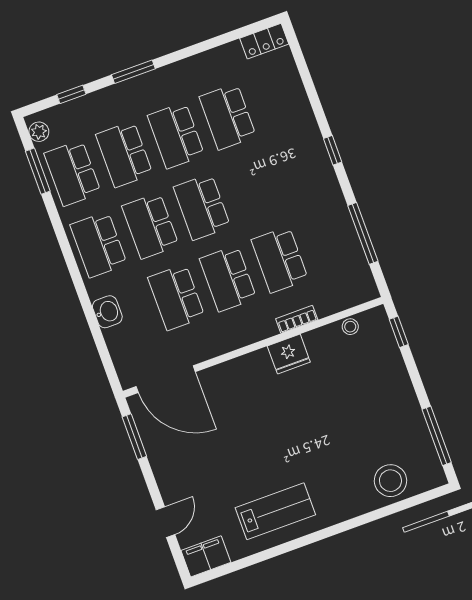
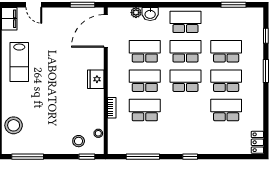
plant: (39, 132) -> (136, 13), moved
school desk: (73, 173) -> (226, 22), removed
fridge: (289, 354) -> (96, 79), moved
stool: (377, 356) -> (79, 141), added

